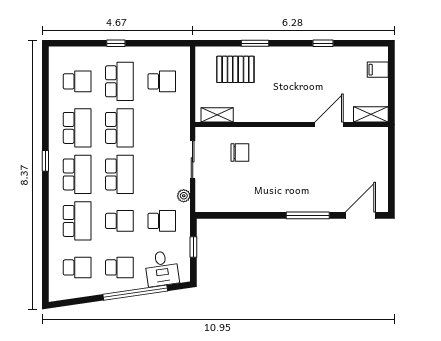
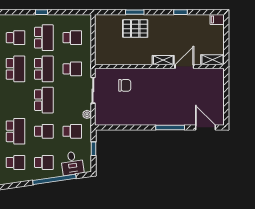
pallet: (235, 69) -> (135, 29), moved
filing cabinet: (378, 70) -> (217, 19), moved
shelving: (217, 115) -> (163, 60), moved
school desk: (77, 174) -> (72, 69), moved, width x0.54
door: (360, 215) -> (205, 128), hinge flipped

